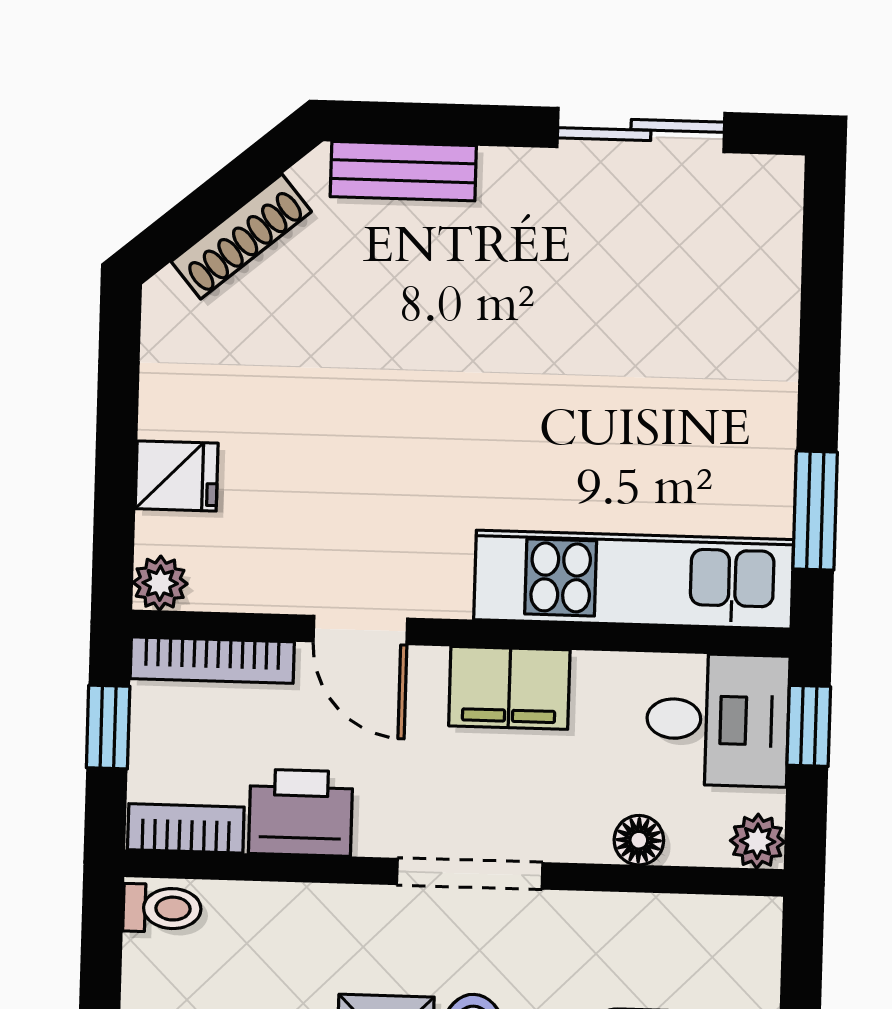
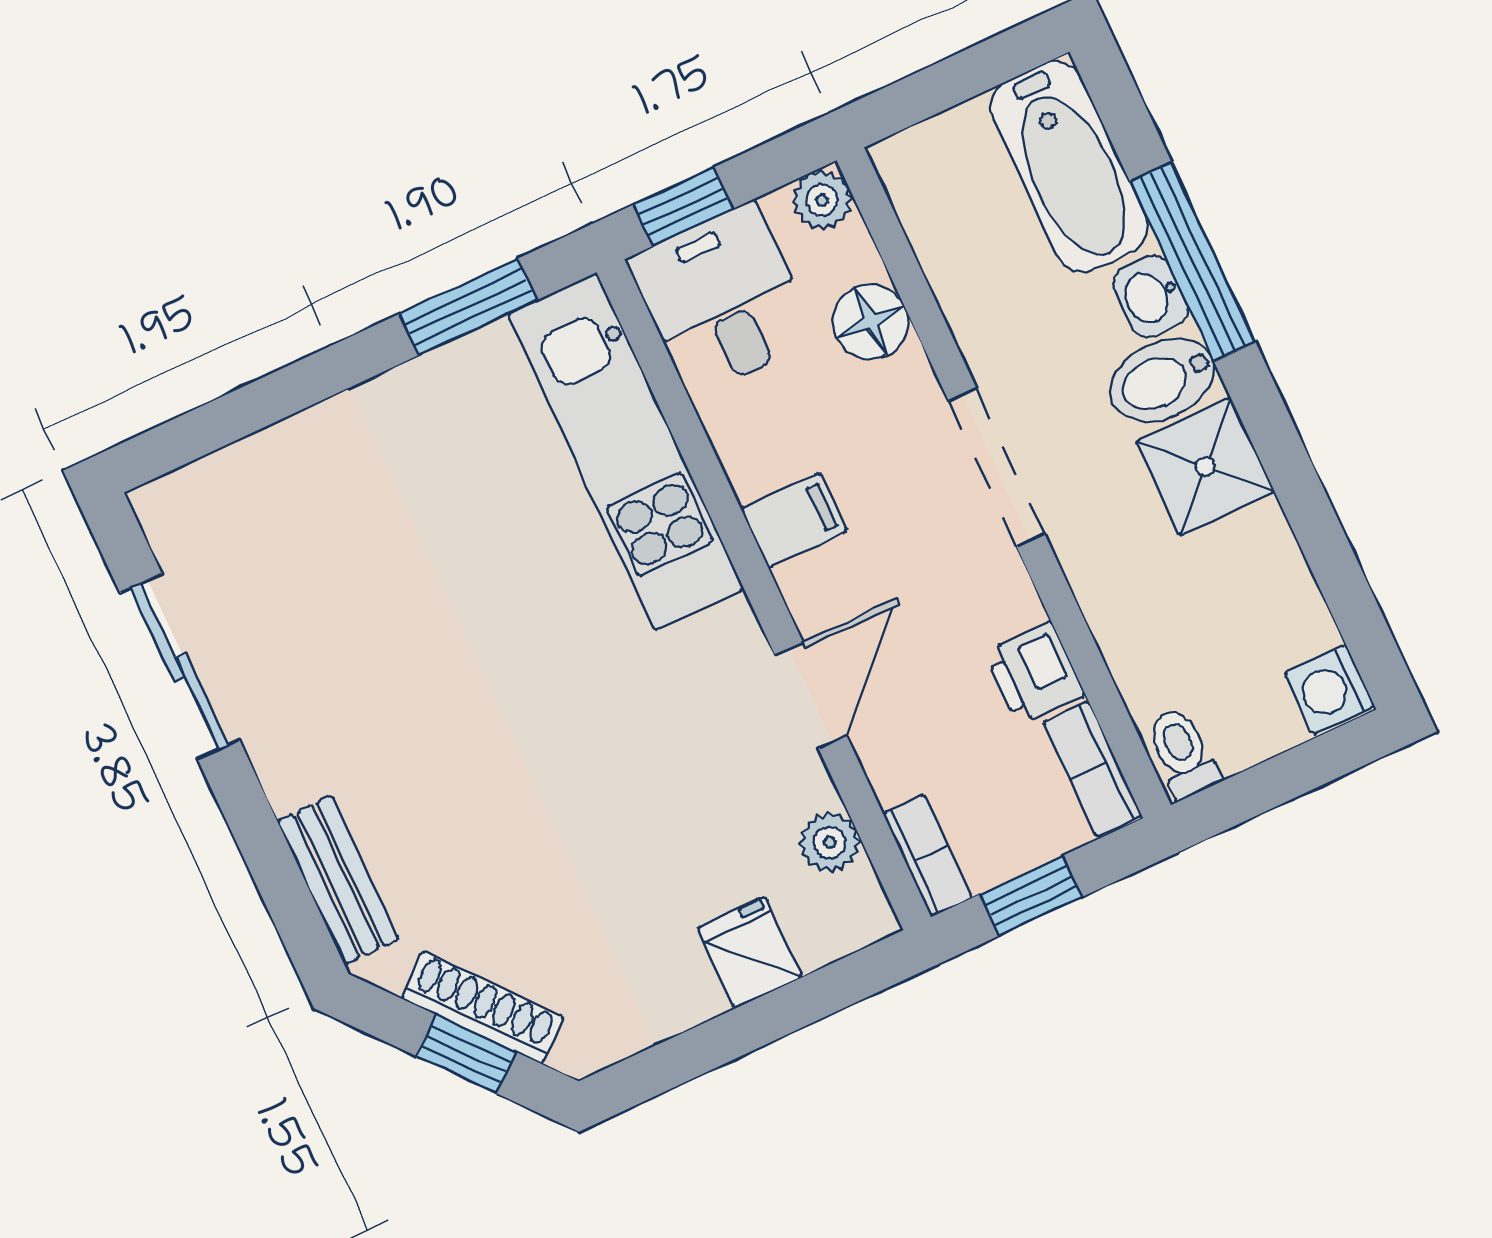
window: (210, 204) -> (466, 1054), added
plant: (160, 583) -> (830, 842), moved
bookcase: (212, 660) -> (927, 855), width x0.64
filing cabinet: (509, 688) -> (794, 520), width x0.50
printer: (301, 813) -> (1035, 674), width x0.73, depth x0.81
floor lamp: (639, 840) -> (871, 322), width x1.37, depth x1.37

